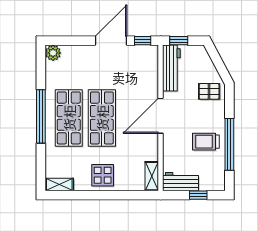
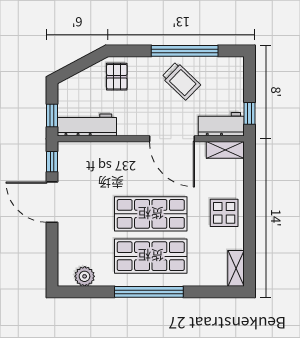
plant: (53, 53) -> (85, 276), moved
door: (161, 116) -> (172, 139), moved
trolley: (206, 142) -> (181, 81), turned -46
workbench: (181, 182) -> (221, 124), moved, turned 90
window: (198, 195) -> (249, 113), moved

